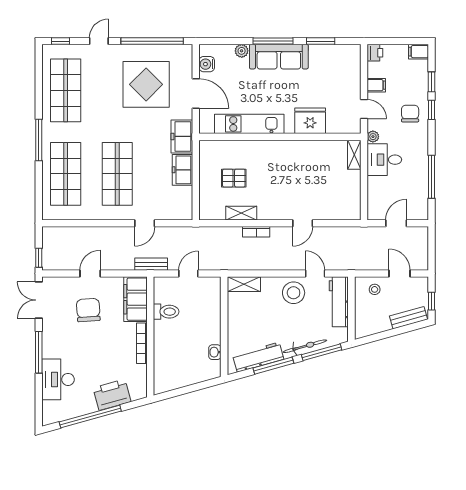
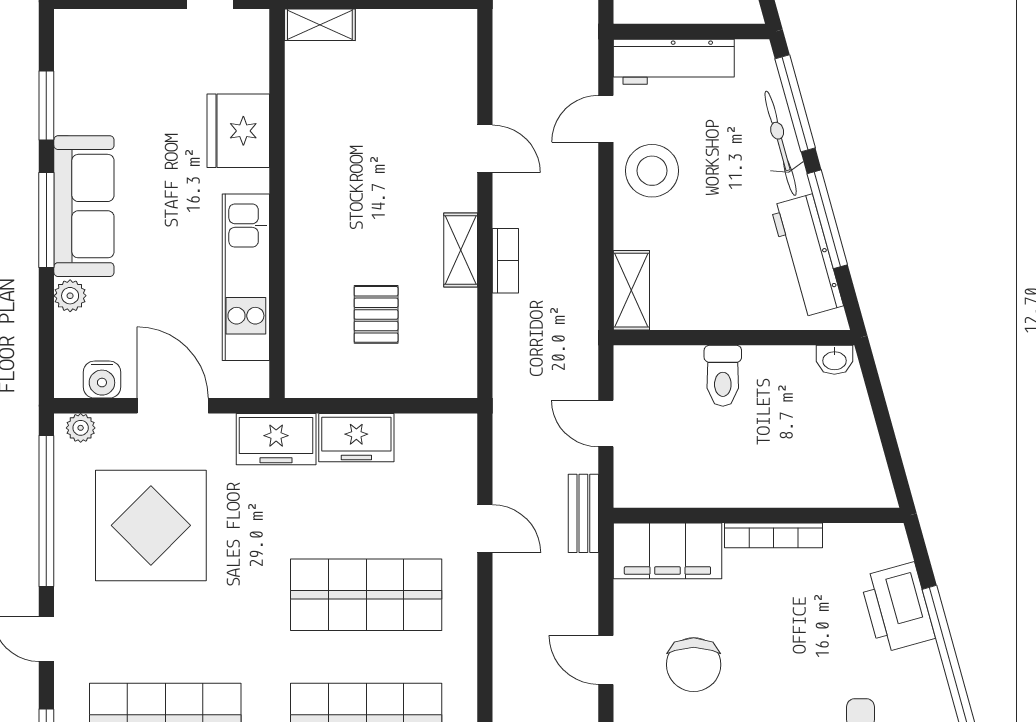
plant: (187, 55) -> (81, 428), added
door: (196, 94) -> (173, 406), hinge flipped
shelving: (241, 213) -> (461, 250), moved
chair: (88, 310) -> (694, 665), turned -86
toilet: (166, 312) -> (723, 376), moved, turned 180
washbasin: (215, 352) -> (834, 360), moved

